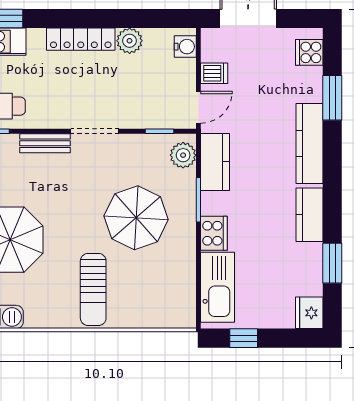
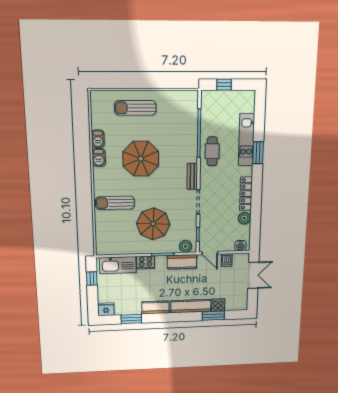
cooker: (309, 52) -> (218, 305), moved

